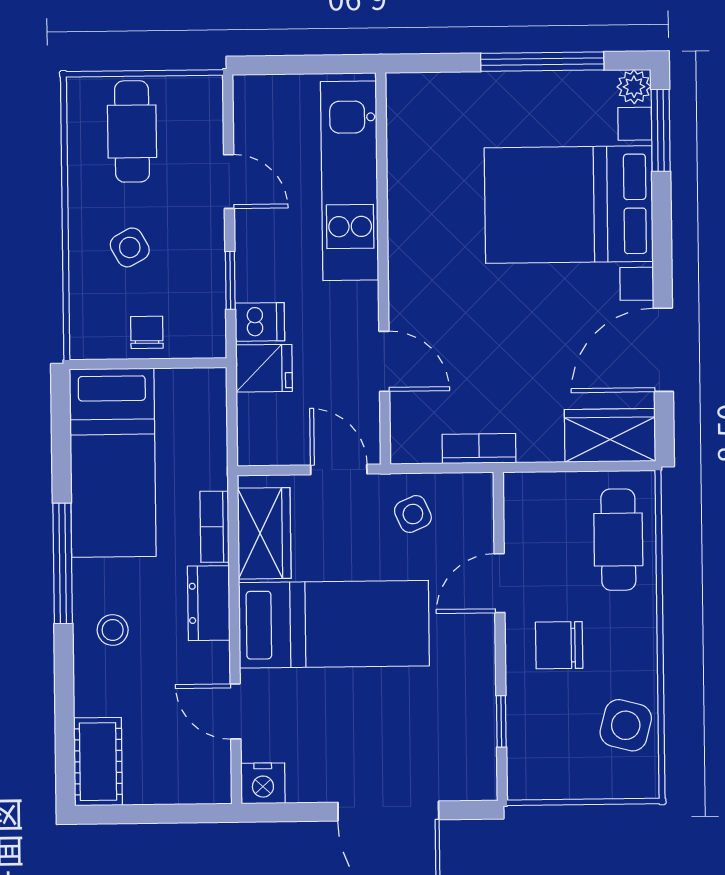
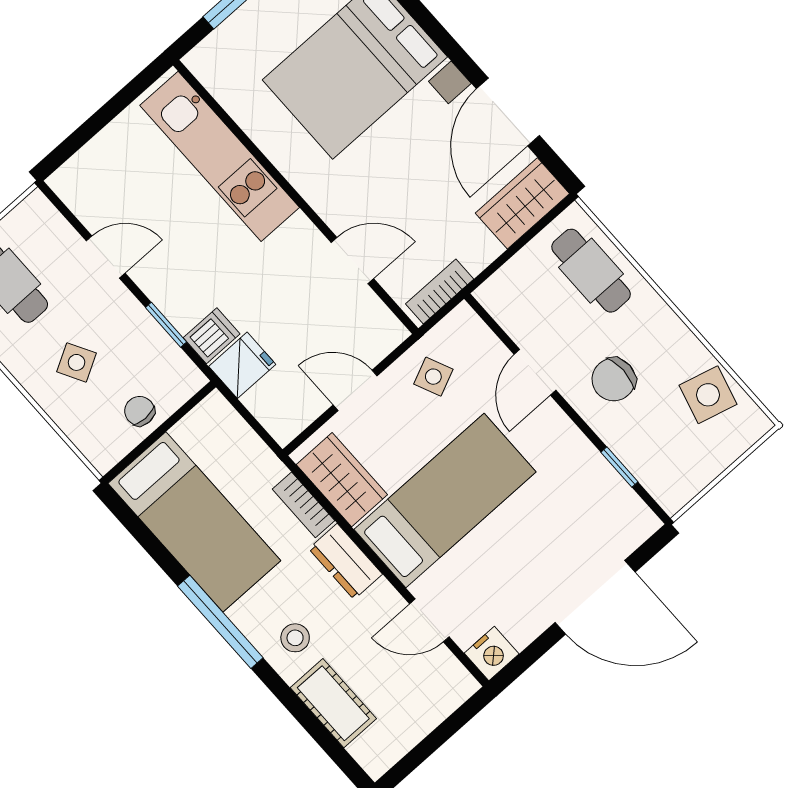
kitchen unit: (350, 181) -> (220, 156), moved
wall: (383, 269) -> (296, 197), moved
door: (384, 361) -> (352, 261), moved
cot: (98, 762) -> (333, 703), moved

